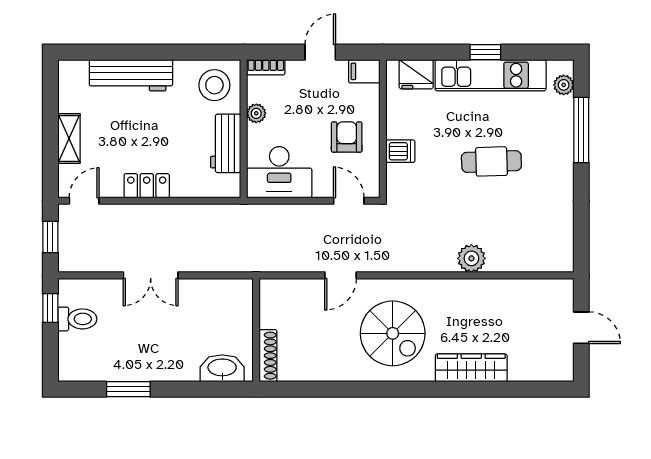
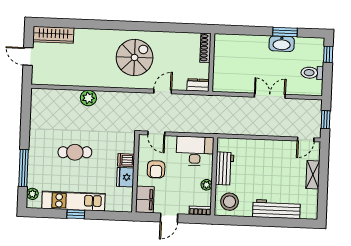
filing cabinet: (364, 71) -> (145, 199), width x2.00
fridge: (416, 74) -> (125, 177), moved, turned -90
locker: (147, 186) -> (270, 146), removed
dresser: (278, 289) -> (198, 85), added
window: (50, 308) -> (328, 54), moved
spiral stairs: (393, 333) -> (135, 57), turned 90
washbasin: (222, 368) -> (282, 44), moved
wardrobe: (471, 368) -> (53, 35), moved

